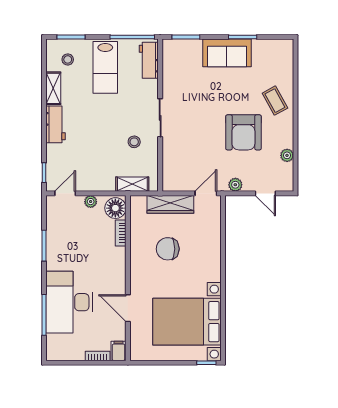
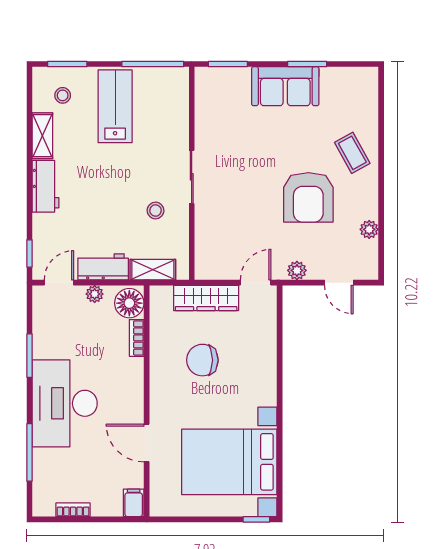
workbench: (149, 60) -> (103, 267), moved, turned 90
lab bench: (105, 67) -> (115, 106), turned 180
desk: (69, 302) -> (65, 403), moved
bookcase: (98, 356) -> (73, 510), moved

